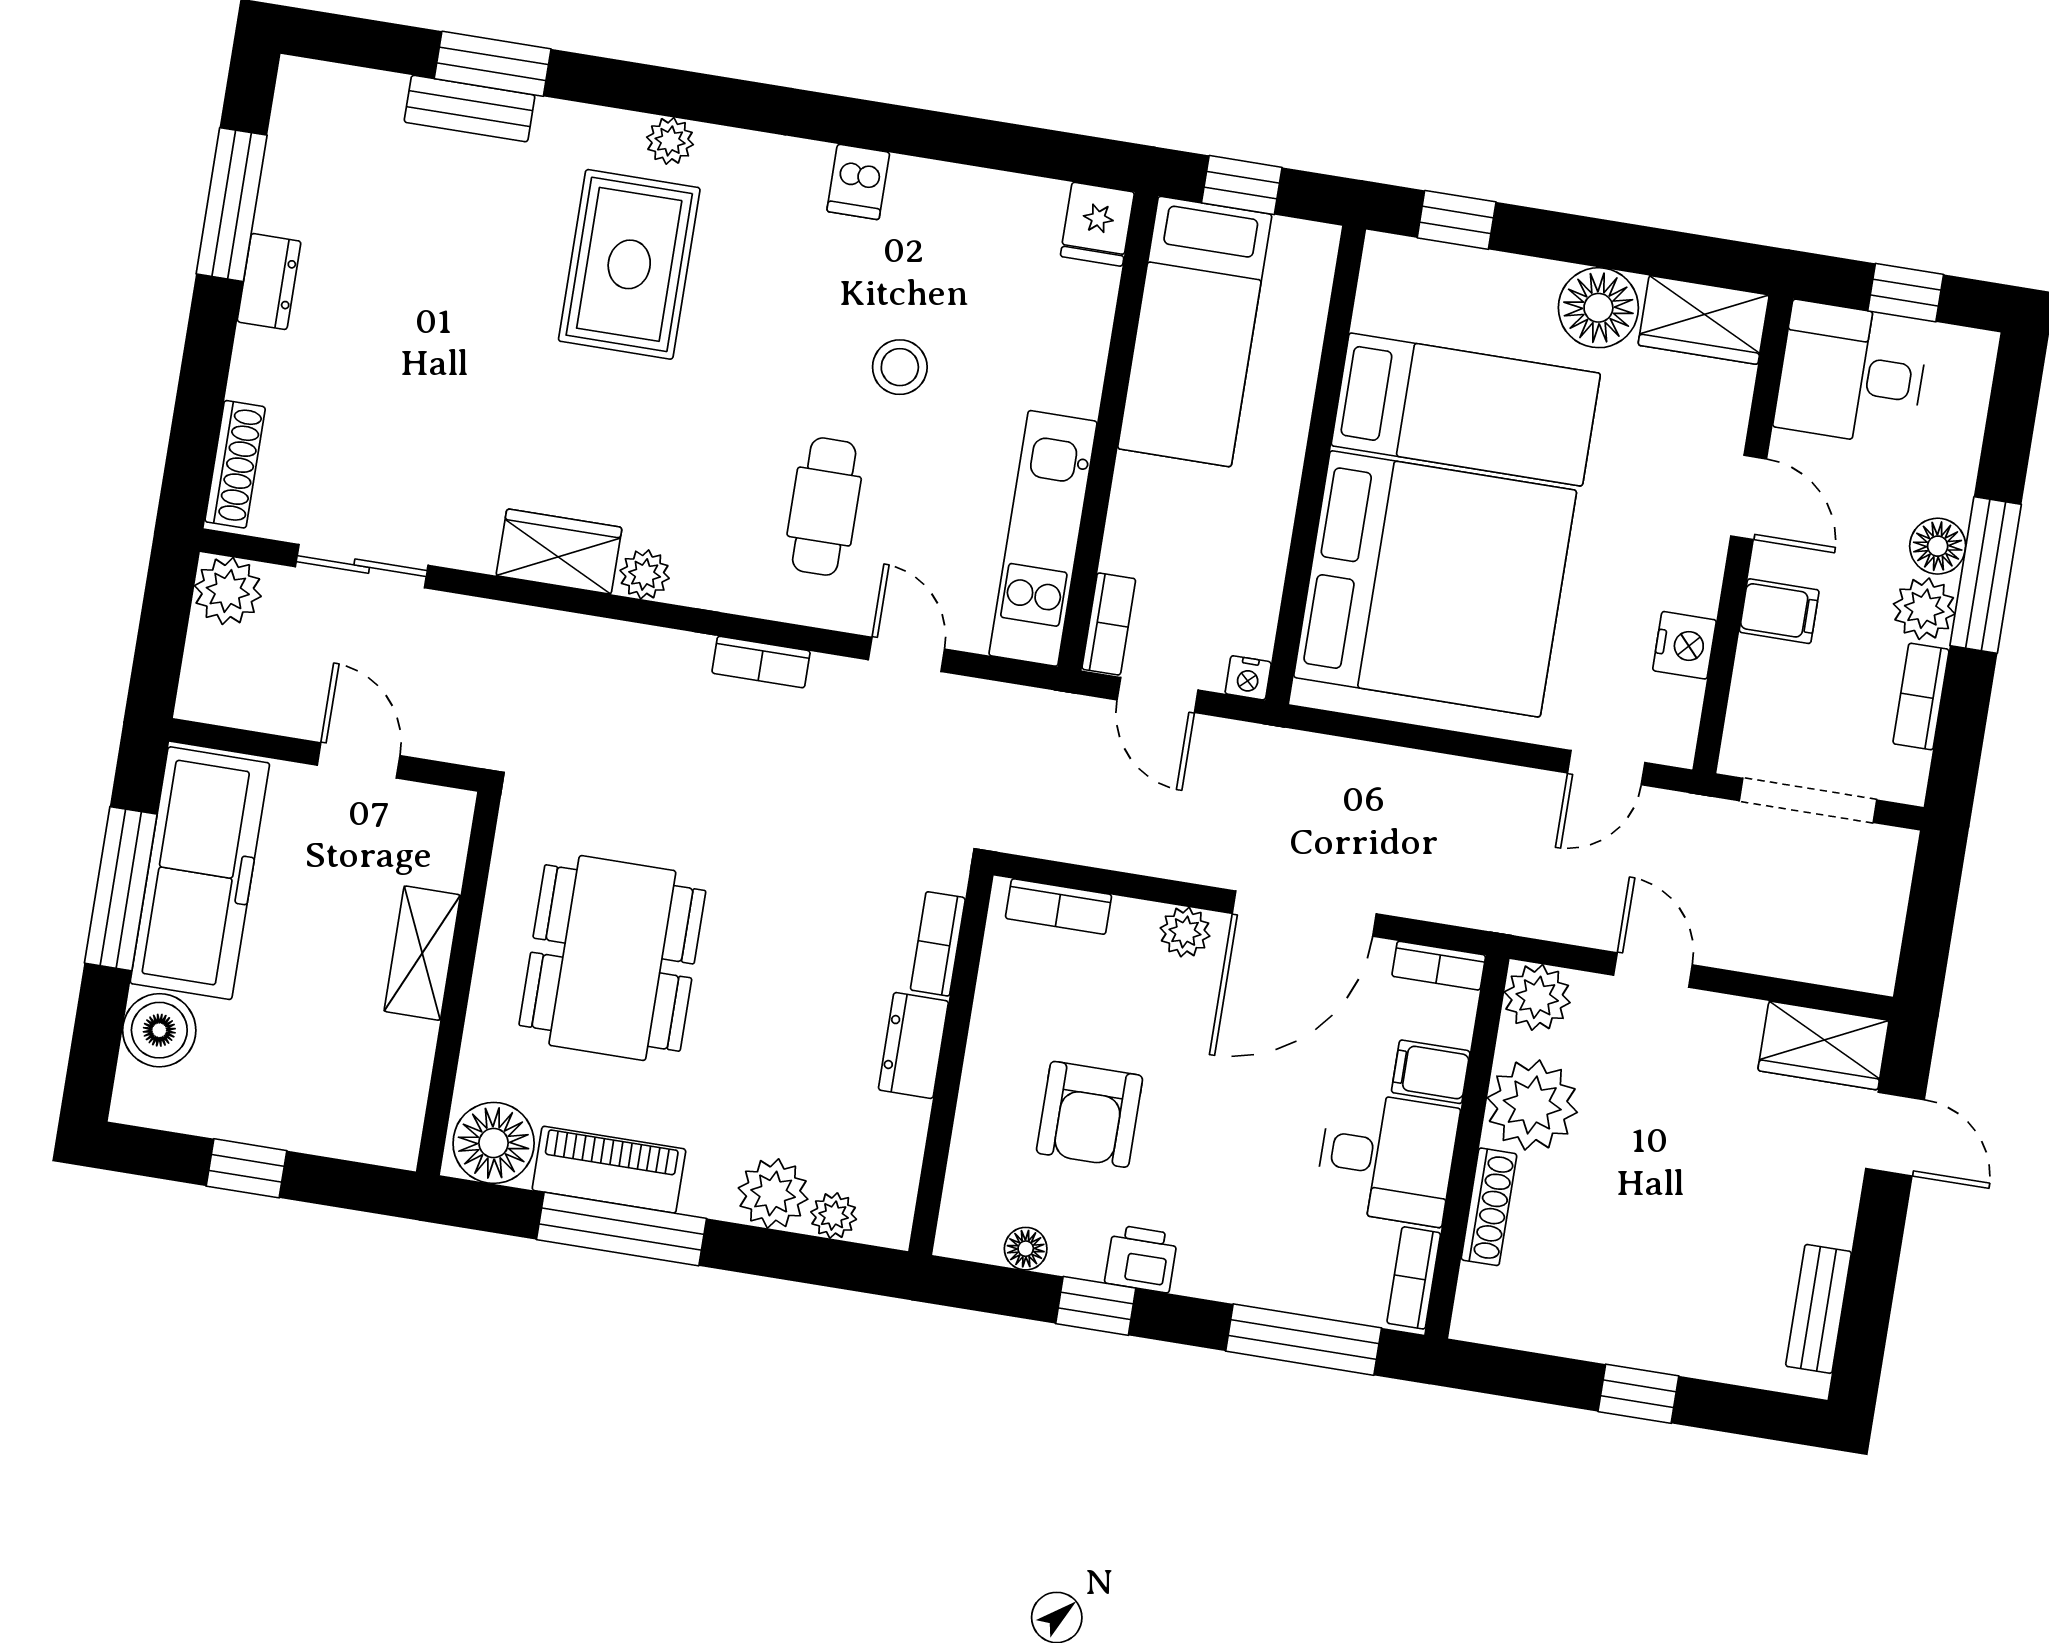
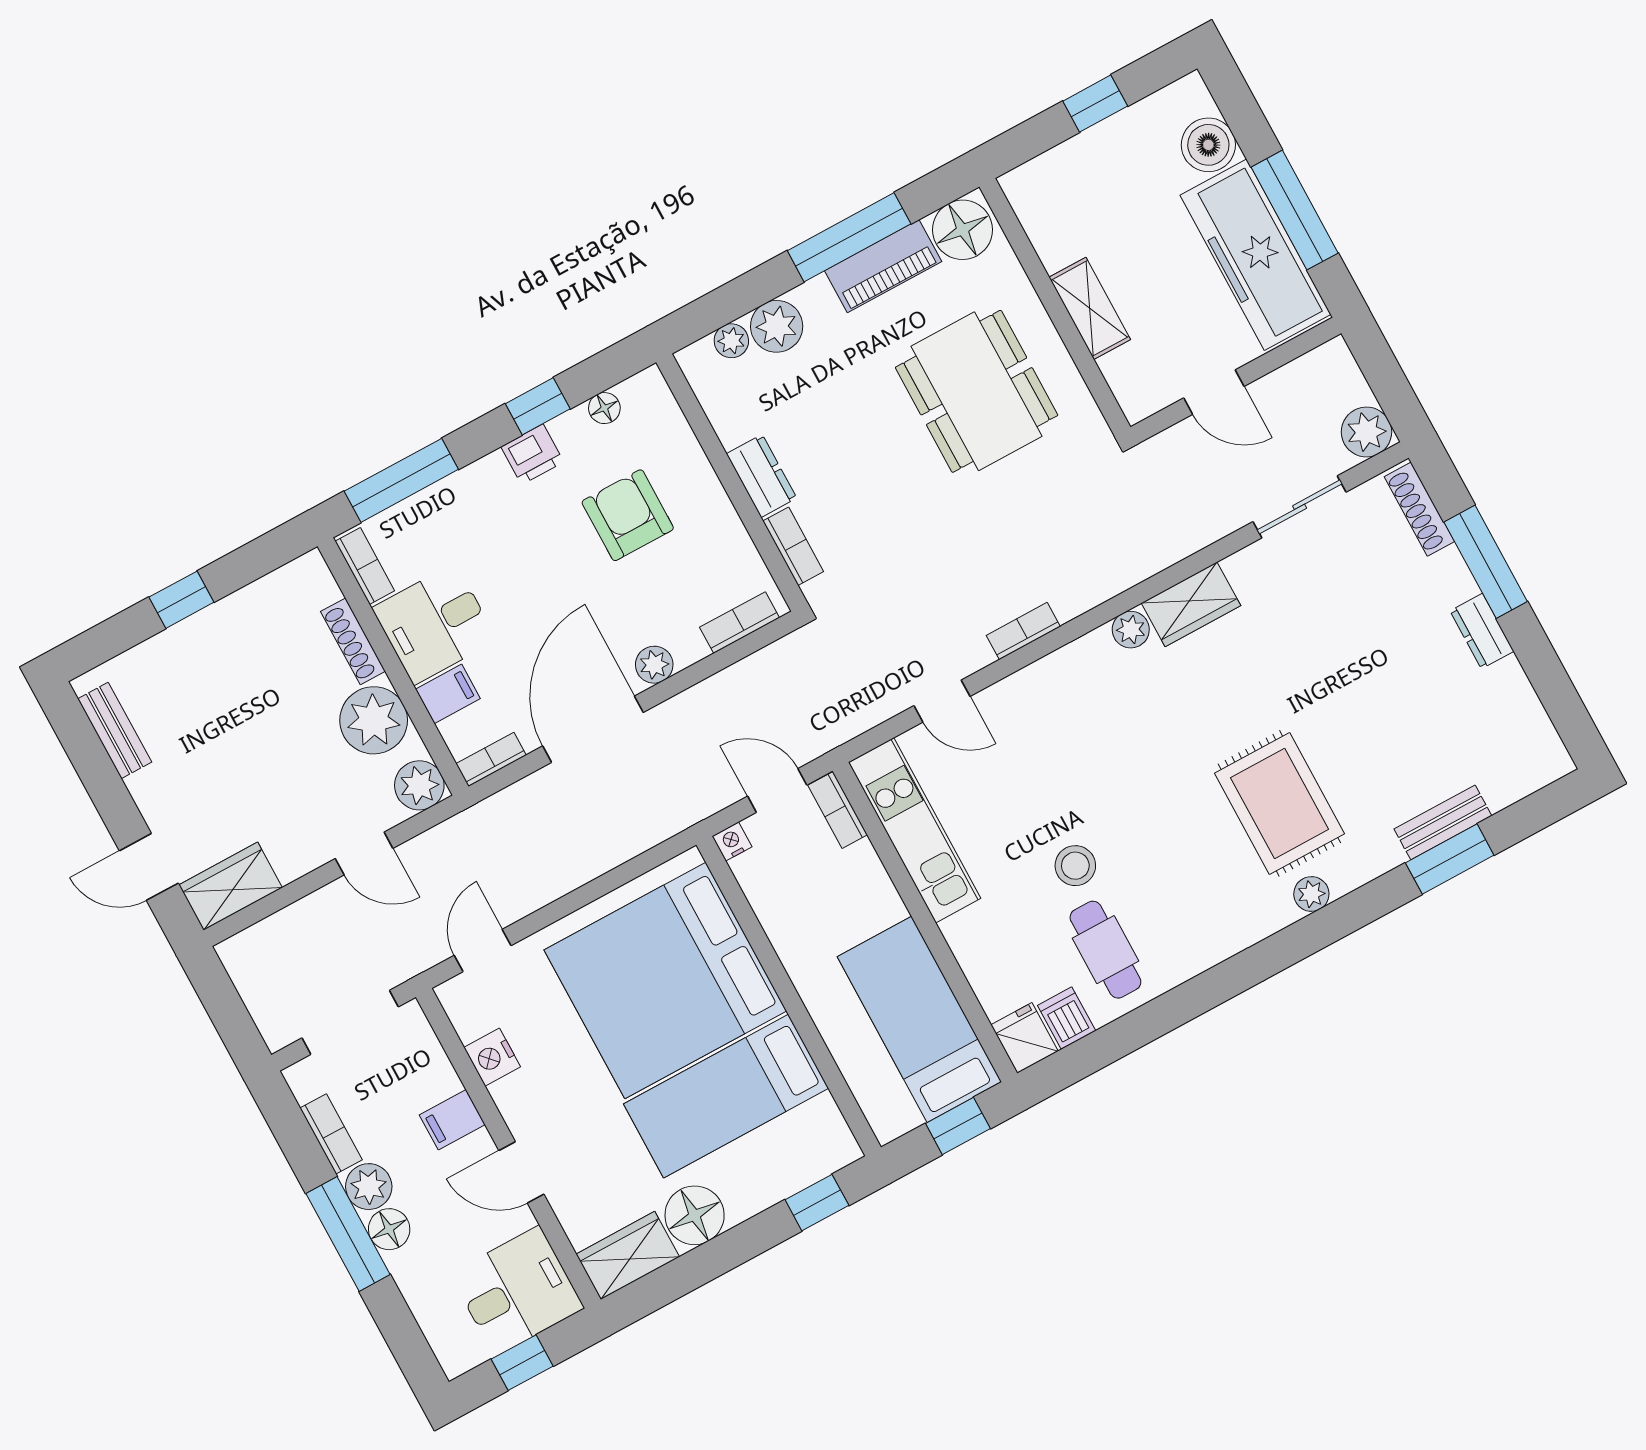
dishwasher: (858, 182) -> (1067, 1018), moved
window: (232, 205) -> (1486, 562), moved
cafe table: (824, 507) -> (1105, 950), moved

